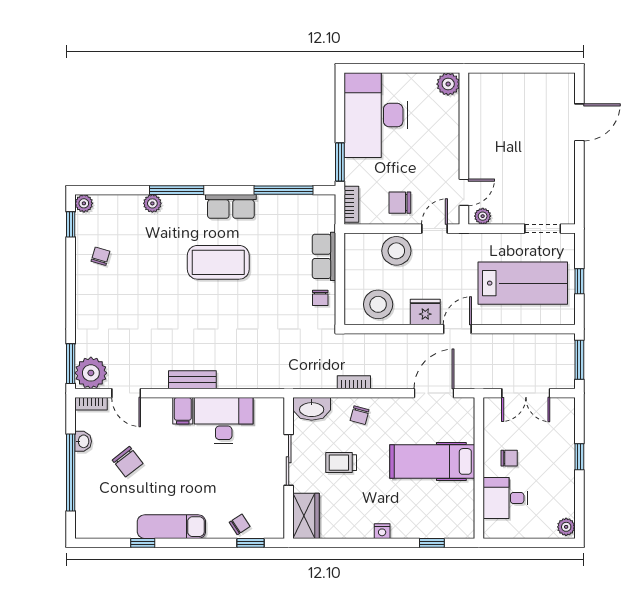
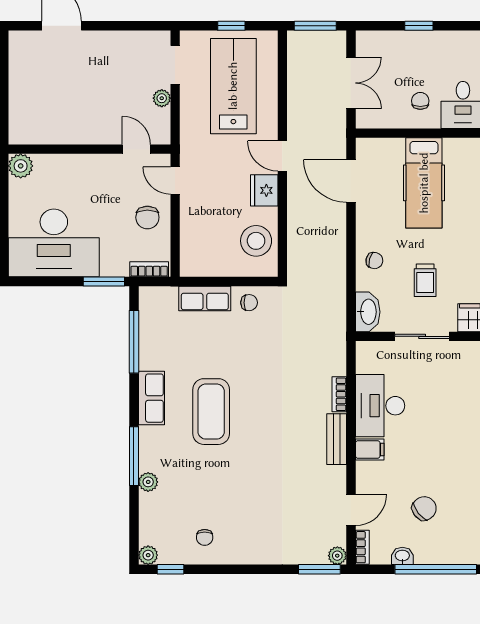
plant: (483, 216) -> (162, 98), moved
stool: (396, 251) -> (199, 221), removed
chair: (101, 256) -> (205, 537), turned -107
plant: (91, 373) -> (337, 556), width x0.53, depth x0.53
bookcase: (354, 382) -> (339, 394), moved

